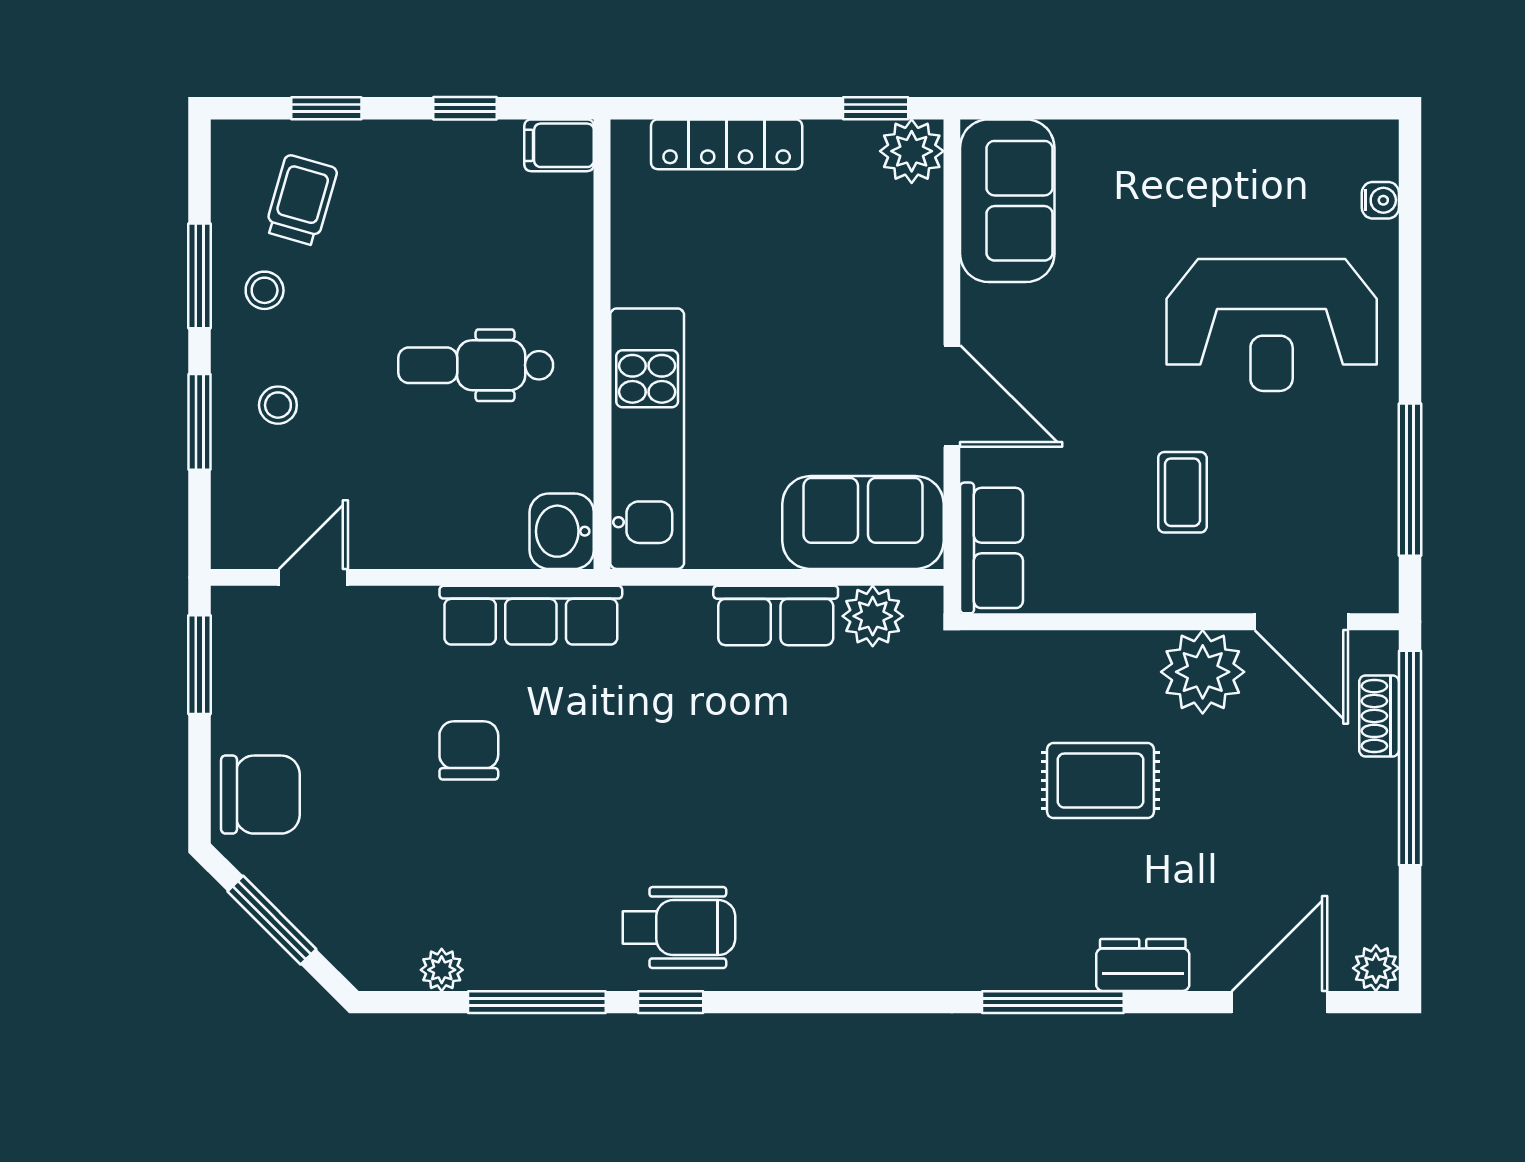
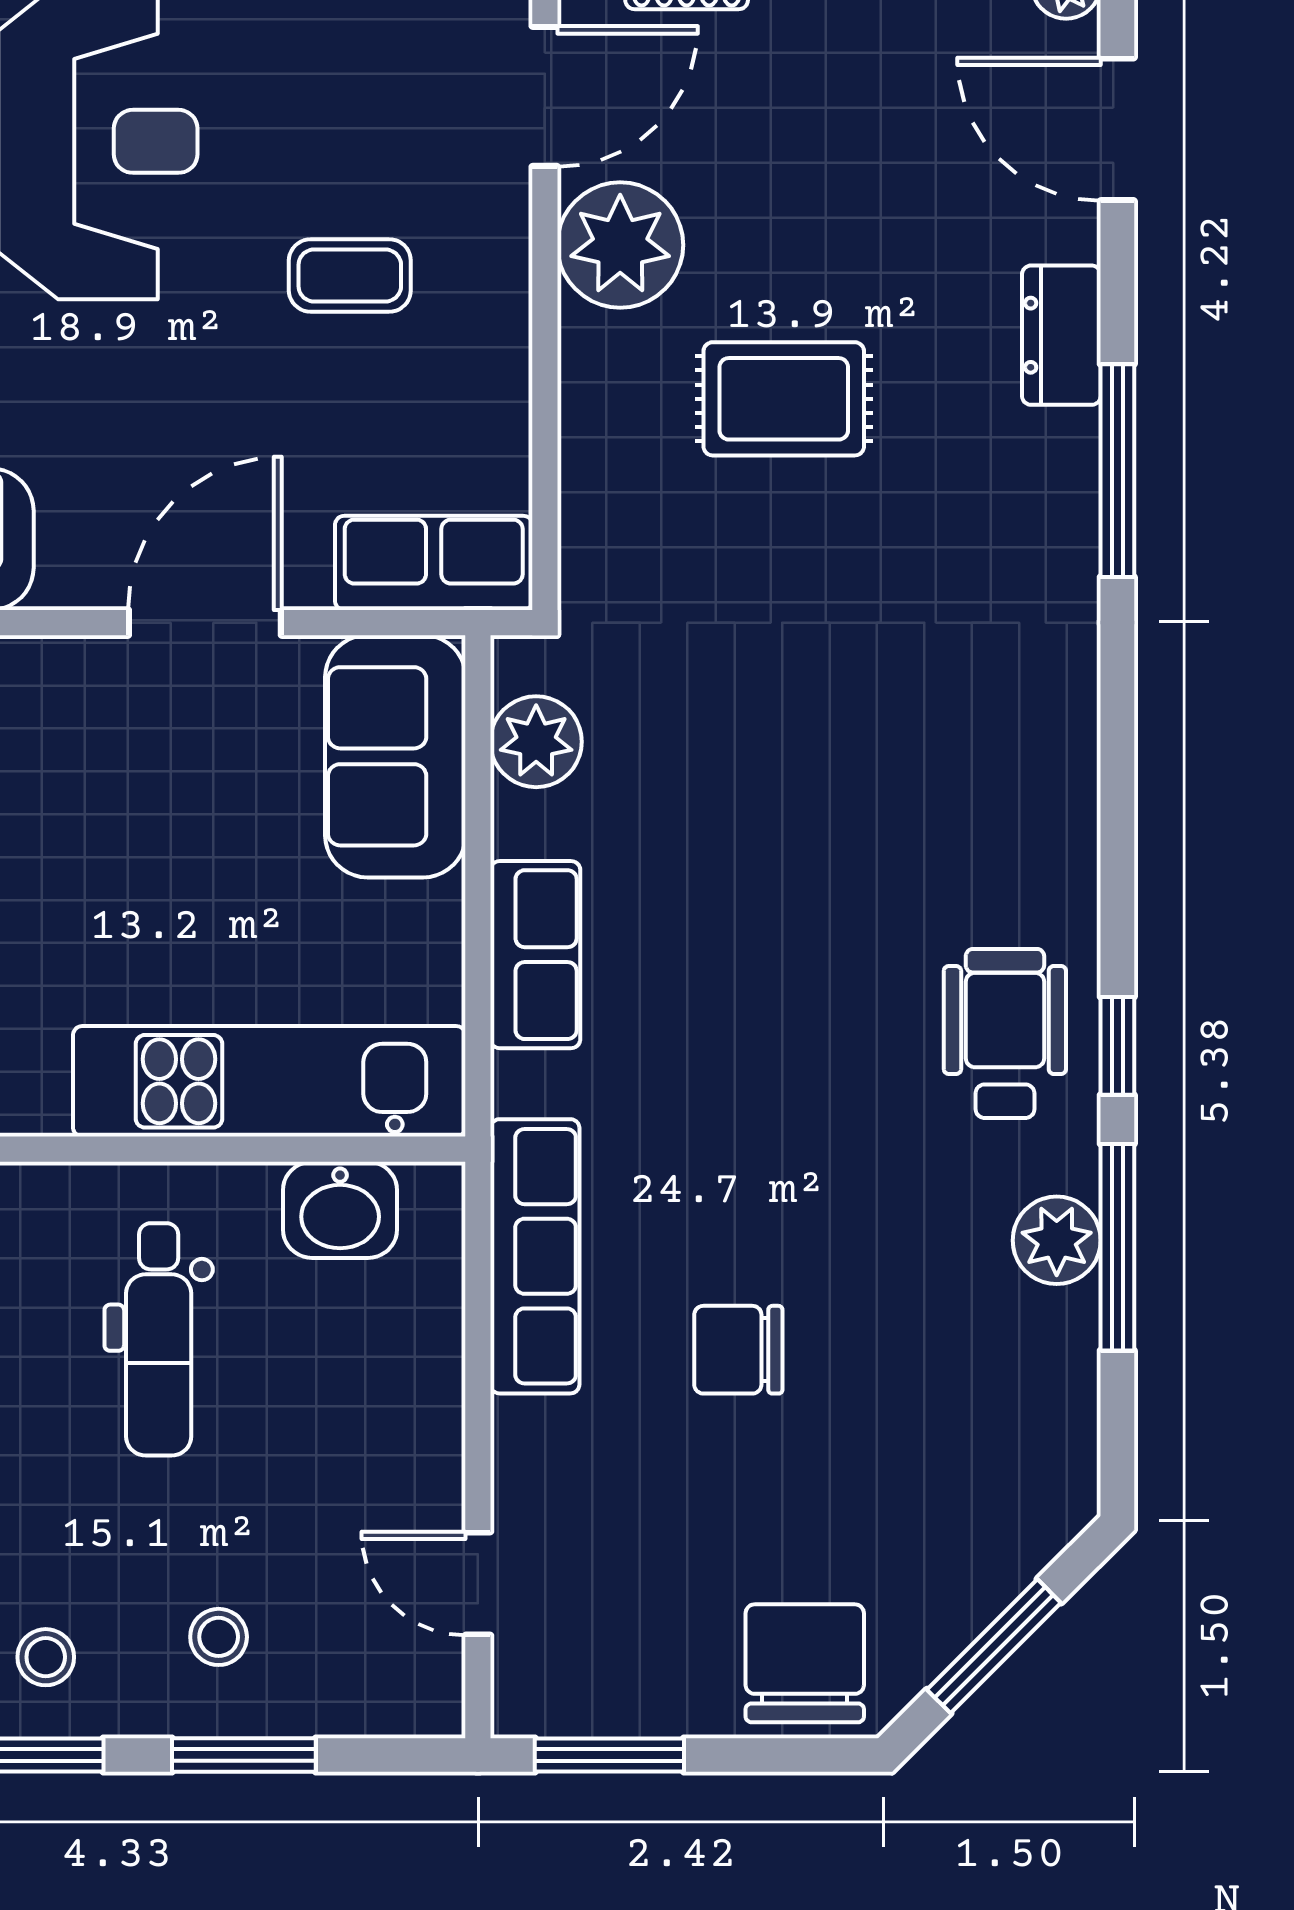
washbasin: (562, 531) -> (340, 1210), moved
row of seats: (776, 616) -> (535, 955), moved
rug: (1101, 781) -> (784, 399), turned 90
plant: (442, 970) -> (1057, 1240), moved, width x1.38, depth x1.38

